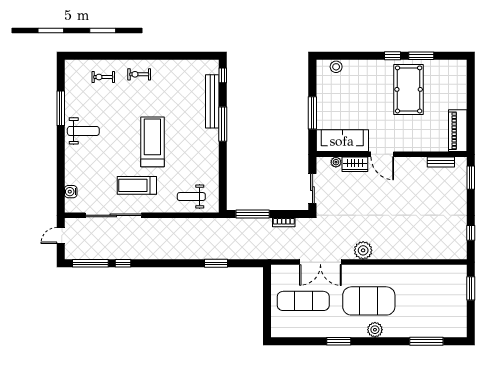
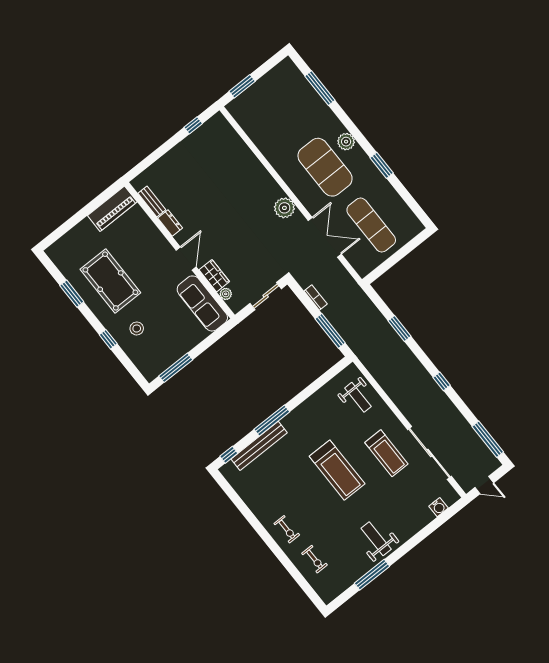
window: (392, 56) -> (108, 339), moved
stool: (336, 67) -> (137, 328), moved
pool table: (409, 89) -> (110, 281), turned 90
window: (312, 113) -> (176, 368), moved
treadmill: (152, 142) -> (337, 470), turned -90
dresser: (416, 163) -> (170, 223), added
window: (471, 178) -> (145, 164), removed
window: (123, 263) -> (442, 381), moved

